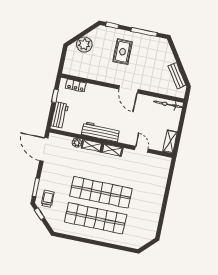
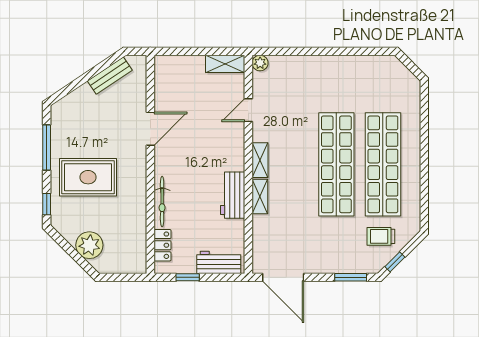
rug: (123, 52) -> (88, 177), width x1.36, depth x1.43
door: (128, 89) -> (150, 129), moved
bicycle: (168, 104) -> (162, 202), moved
workbench: (101, 132) -> (233, 195), width x0.73
plant: (77, 143) -> (260, 63), moved
door: (44, 149) -> (283, 277), hinge flipped
trolley: (48, 199) -> (381, 236), moved

